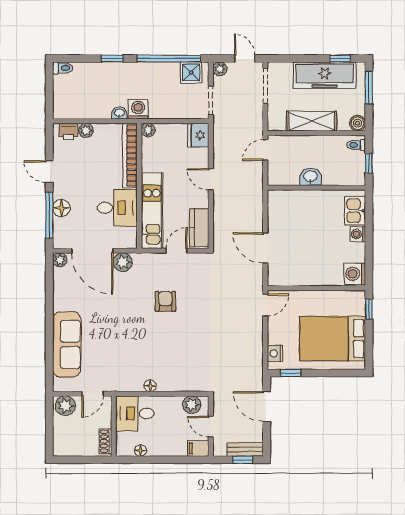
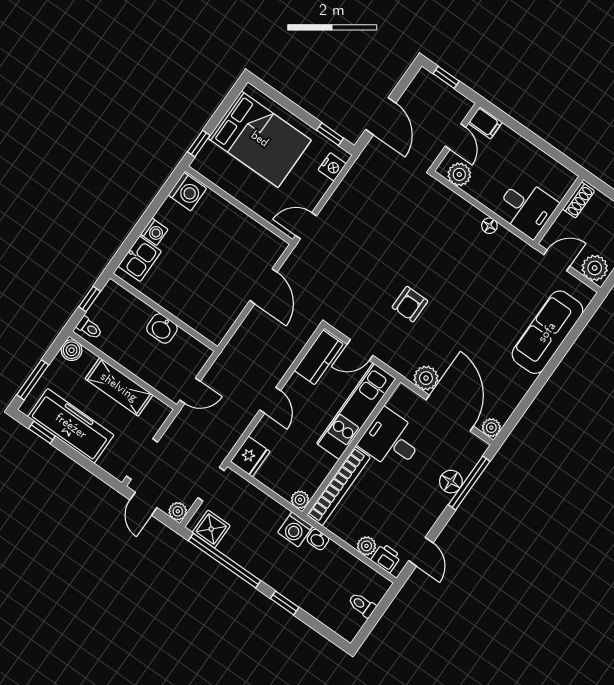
toilet: (63, 68) -> (362, 605), moved
door: (49, 172) -> (421, 552), moved
bench: (245, 449) -> (436, 87), removed
floor lamp: (141, 451) -> (548, 164), removed

